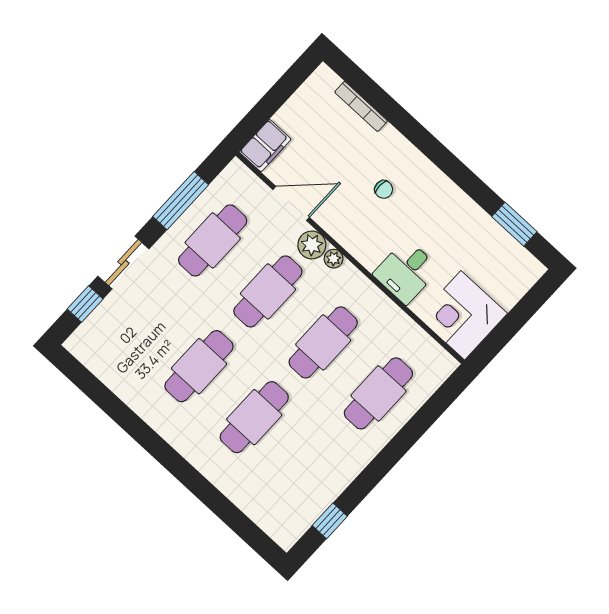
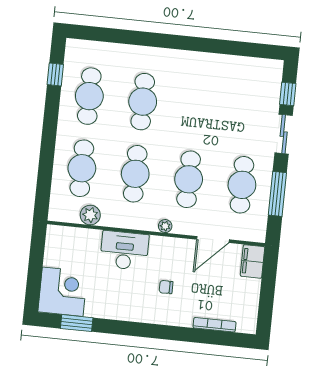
plant: (312, 245) -> (90, 215), moved
desk: (406, 271) -> (124, 250), width x1.37
corner desk: (463, 315) -> (63, 292), moved
cafe table: (199, 366) -> (89, 96), moved

